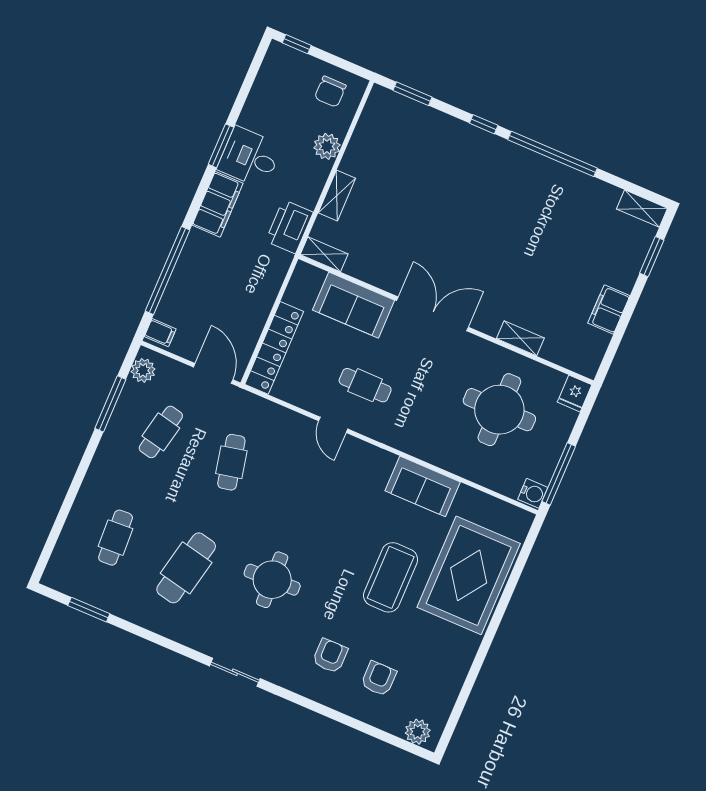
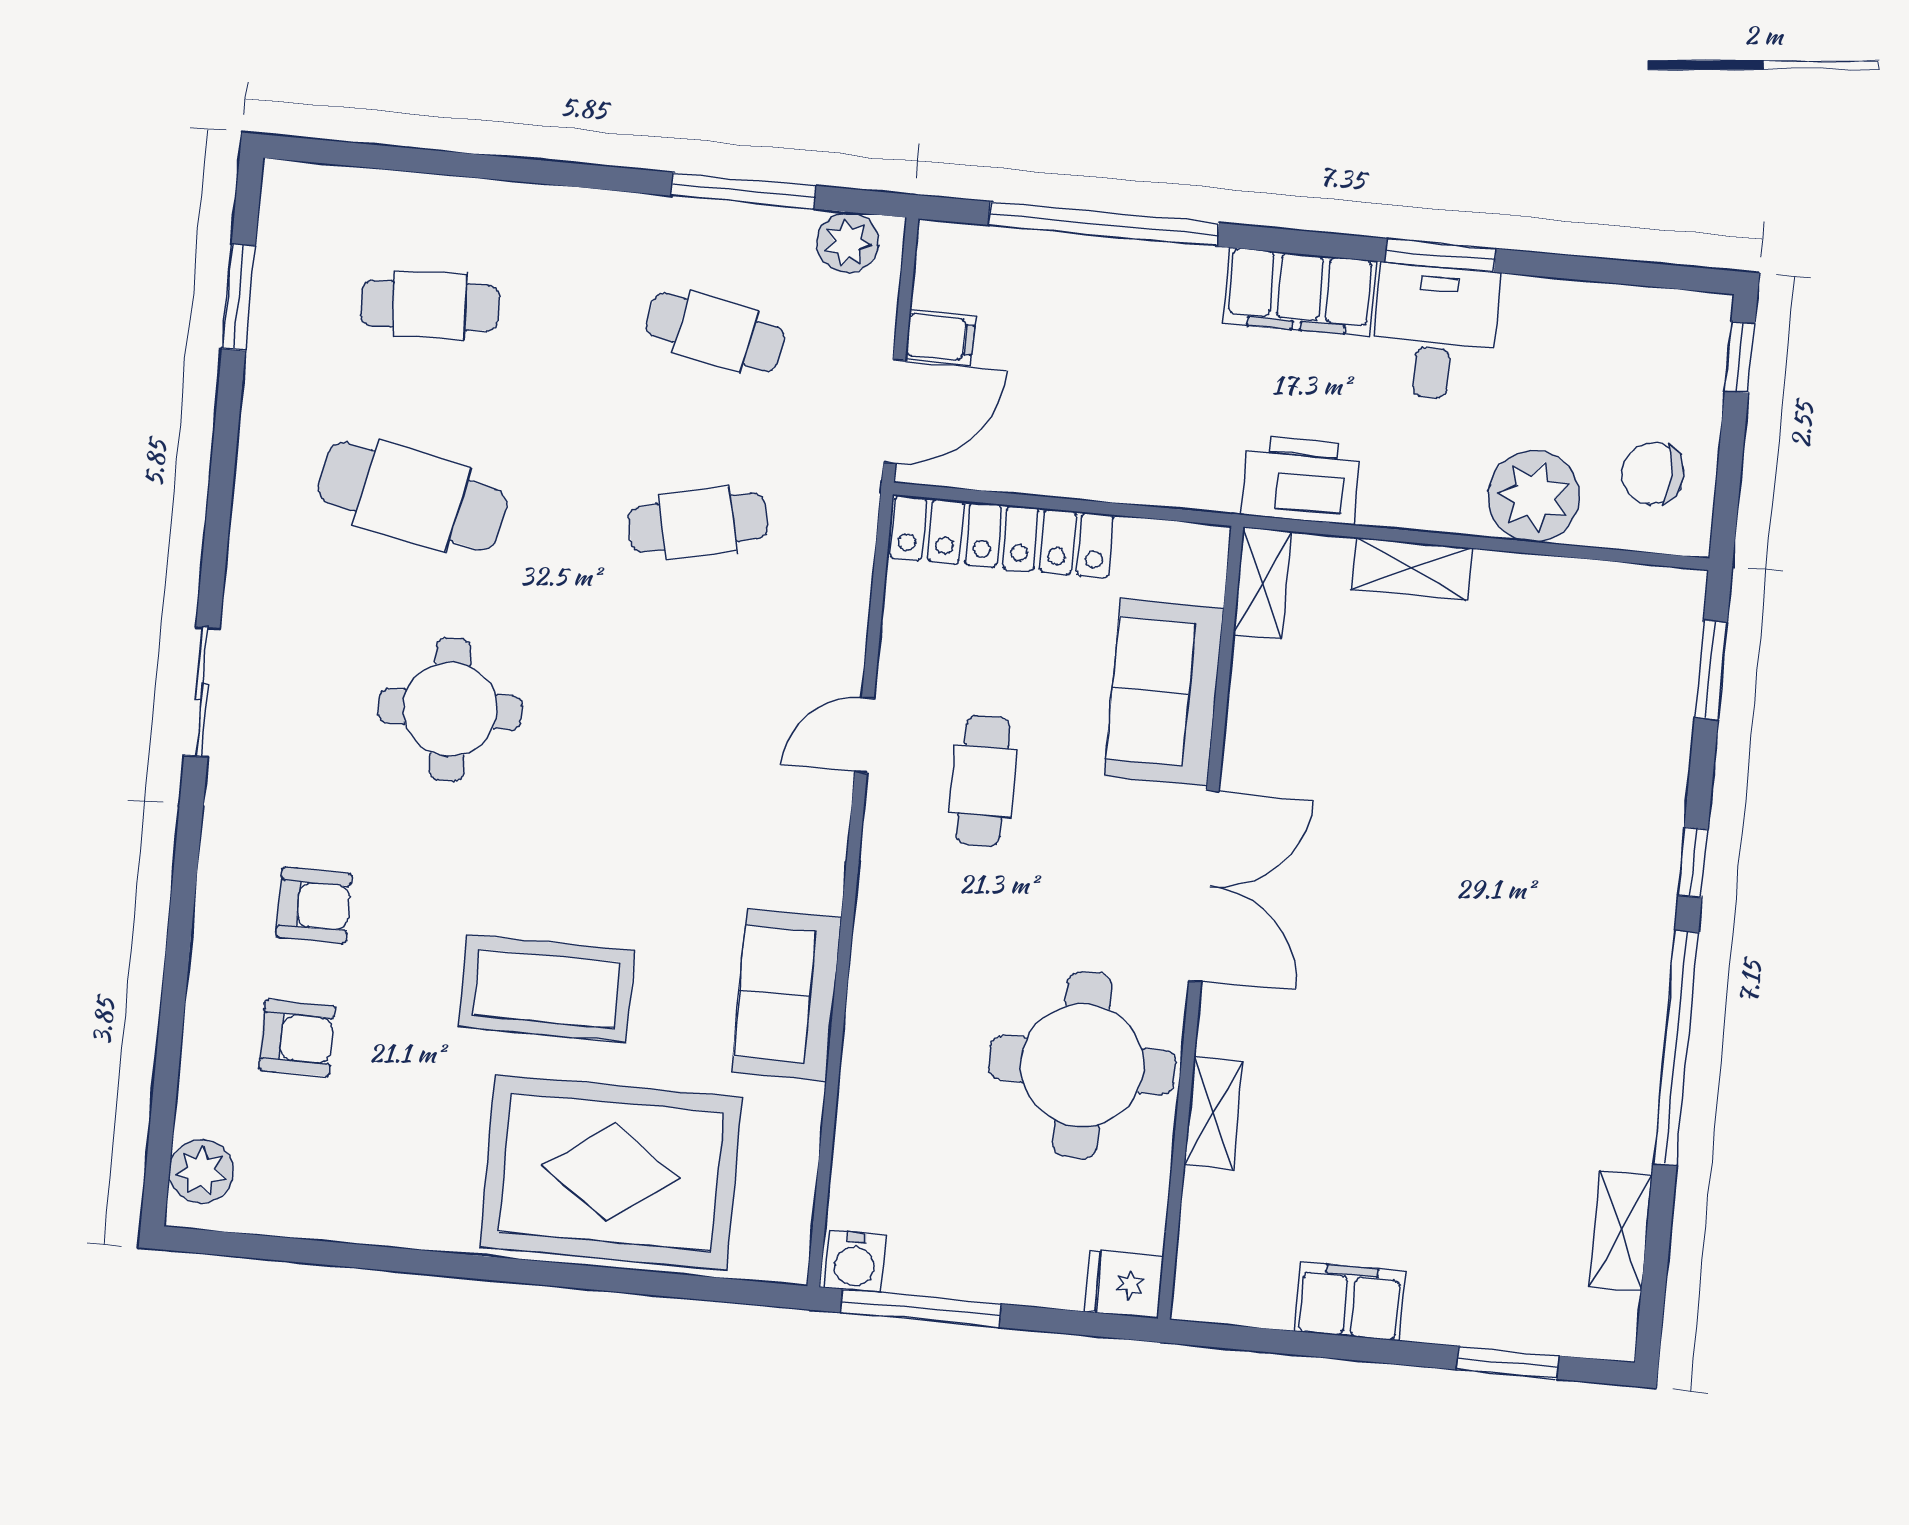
plant: (327, 146) -> (1534, 496), width x1.36, depth x1.36
shelving: (642, 209) -> (1621, 1231), moved
filing cabinet: (160, 333) -> (940, 337), moved, turned -90
round table: (499, 410) -> (1082, 1065), moved

